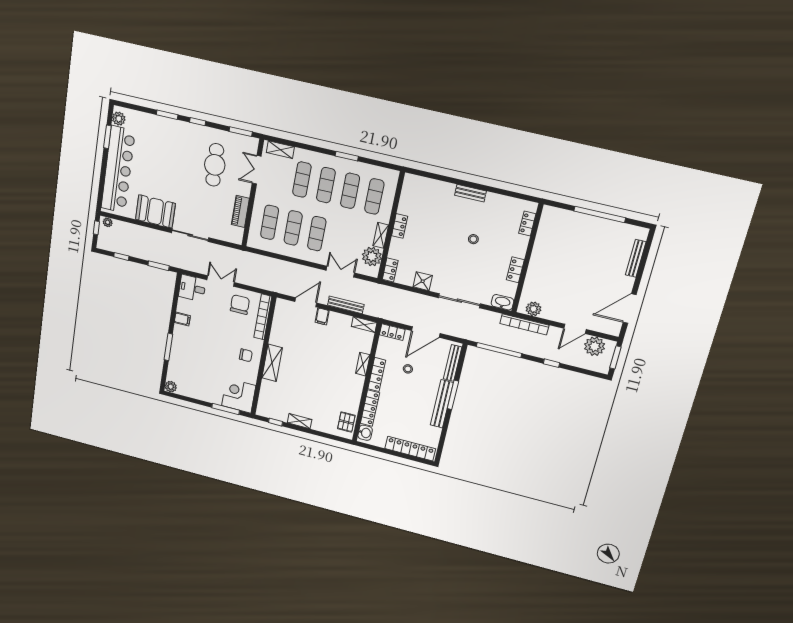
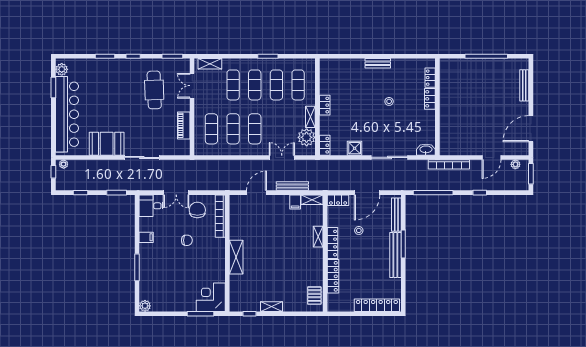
locker: (515, 270) -> (430, 99), moved
double door: (221, 281) -> (176, 193), swing flipped
plant: (534, 309) -> (453, 149), removed
filing cabinet: (322, 316) -> (295, 202), moved
plant: (595, 346) -> (515, 164), width x0.53, depth x0.53
chair: (246, 355) -> (187, 240), moved
washbasin: (365, 433) -> (333, 301), removed

